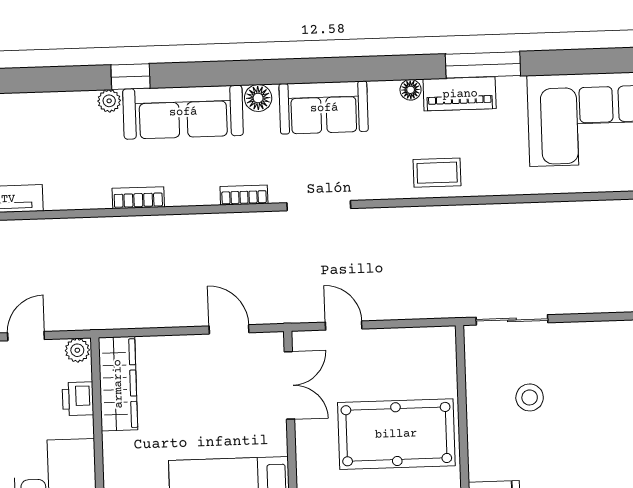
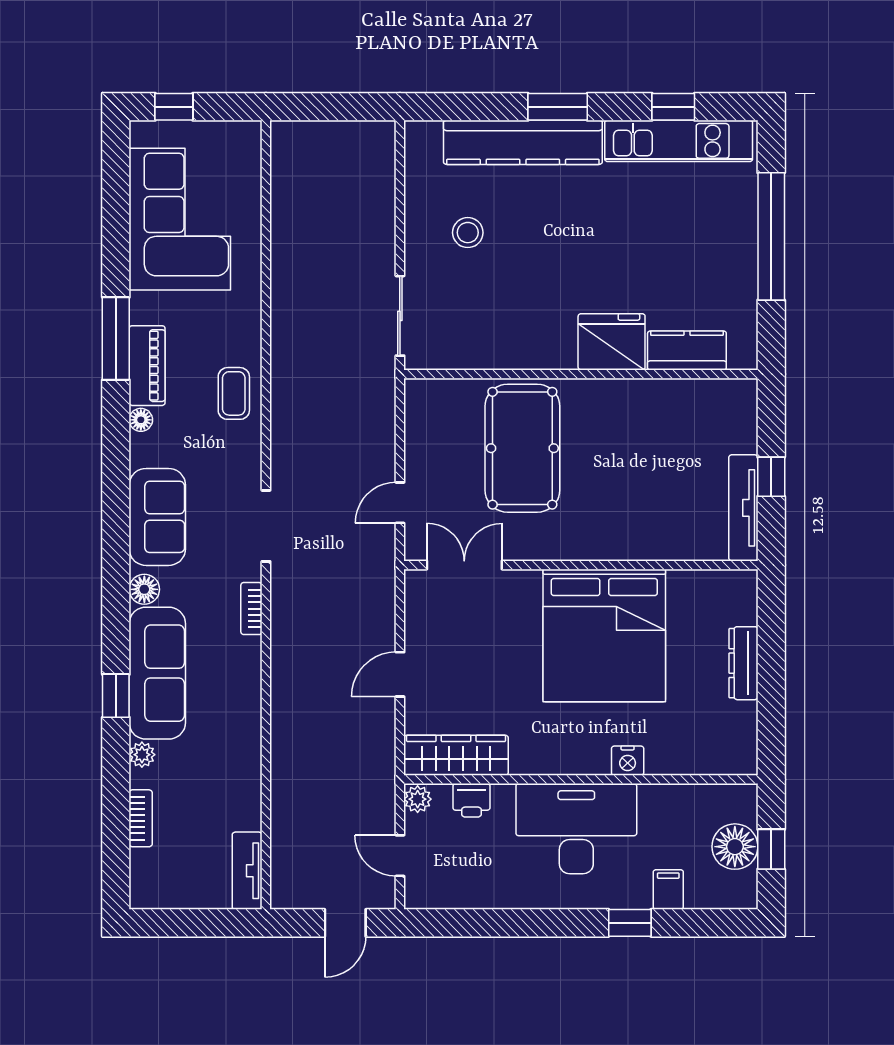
window: (130, 77) -> (116, 696), moved
bookcase: (138, 198) -> (141, 818), moved, turned 180
door: (229, 329) -> (400, 674), moved
stool: (530, 397) -> (468, 233), moved

